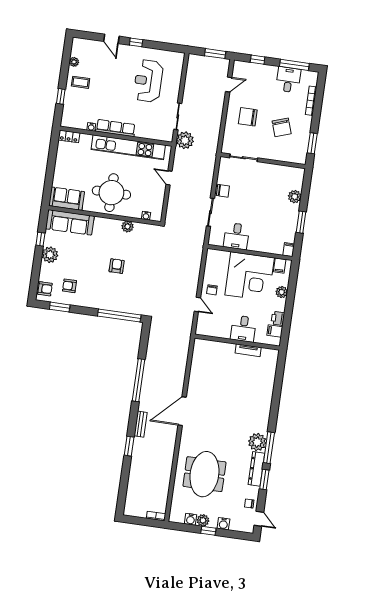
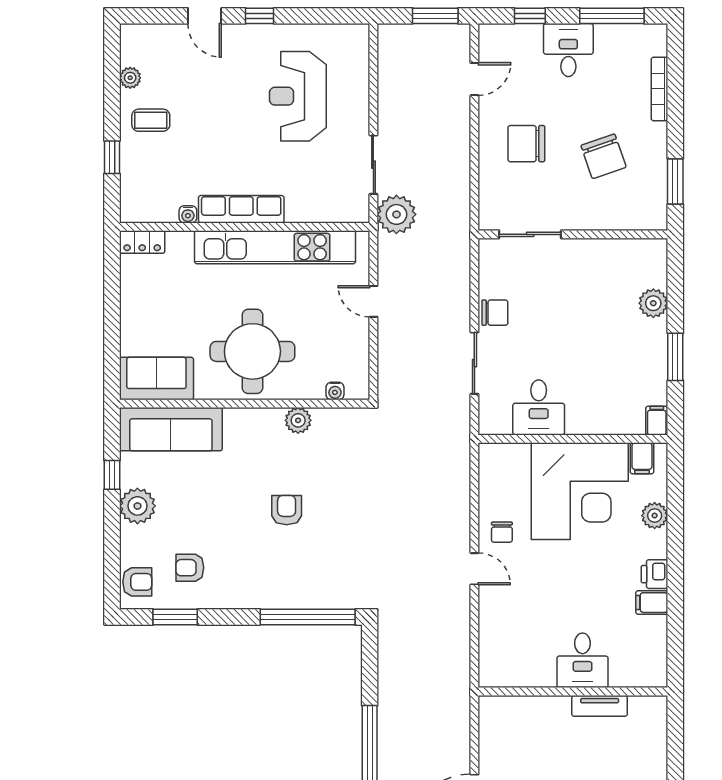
desk: (288, 80) -> (568, 50), moved
desk: (243, 329) -> (582, 660), moved
wall: (237, 342) -> (573, 692), moved
tv unit: (248, 350) -> (600, 706), moved

